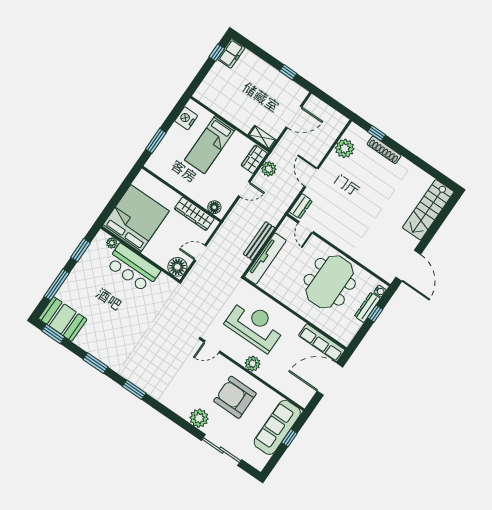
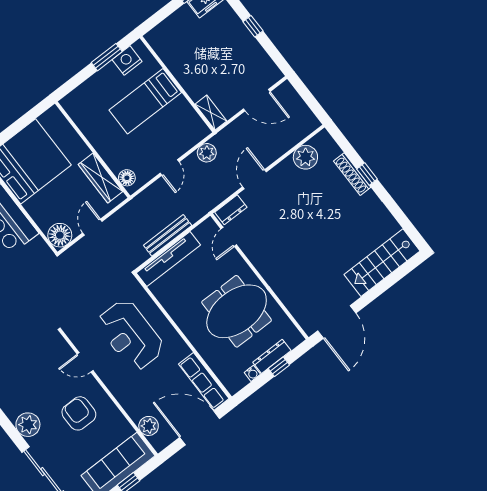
window: (288, 72) -> (253, 26), moved
window: (377, 133) -> (367, 174), moved
window: (156, 141) -> (107, 57), moved
wardrobe: (254, 159) -> (193, 136), removed
door: (244, 189) -> (170, 168), hinge flipped
door: (200, 253) -> (92, 227), hinge flipped
water cooler: (380, 291) -> (252, 373), moved
reception desk: (255, 325) -> (130, 335), turned 180
door: (212, 347) -> (85, 362), moved
plant: (253, 364) -> (149, 426), moved
armchair: (235, 397) -> (79, 413), width x0.73, depth x0.73

